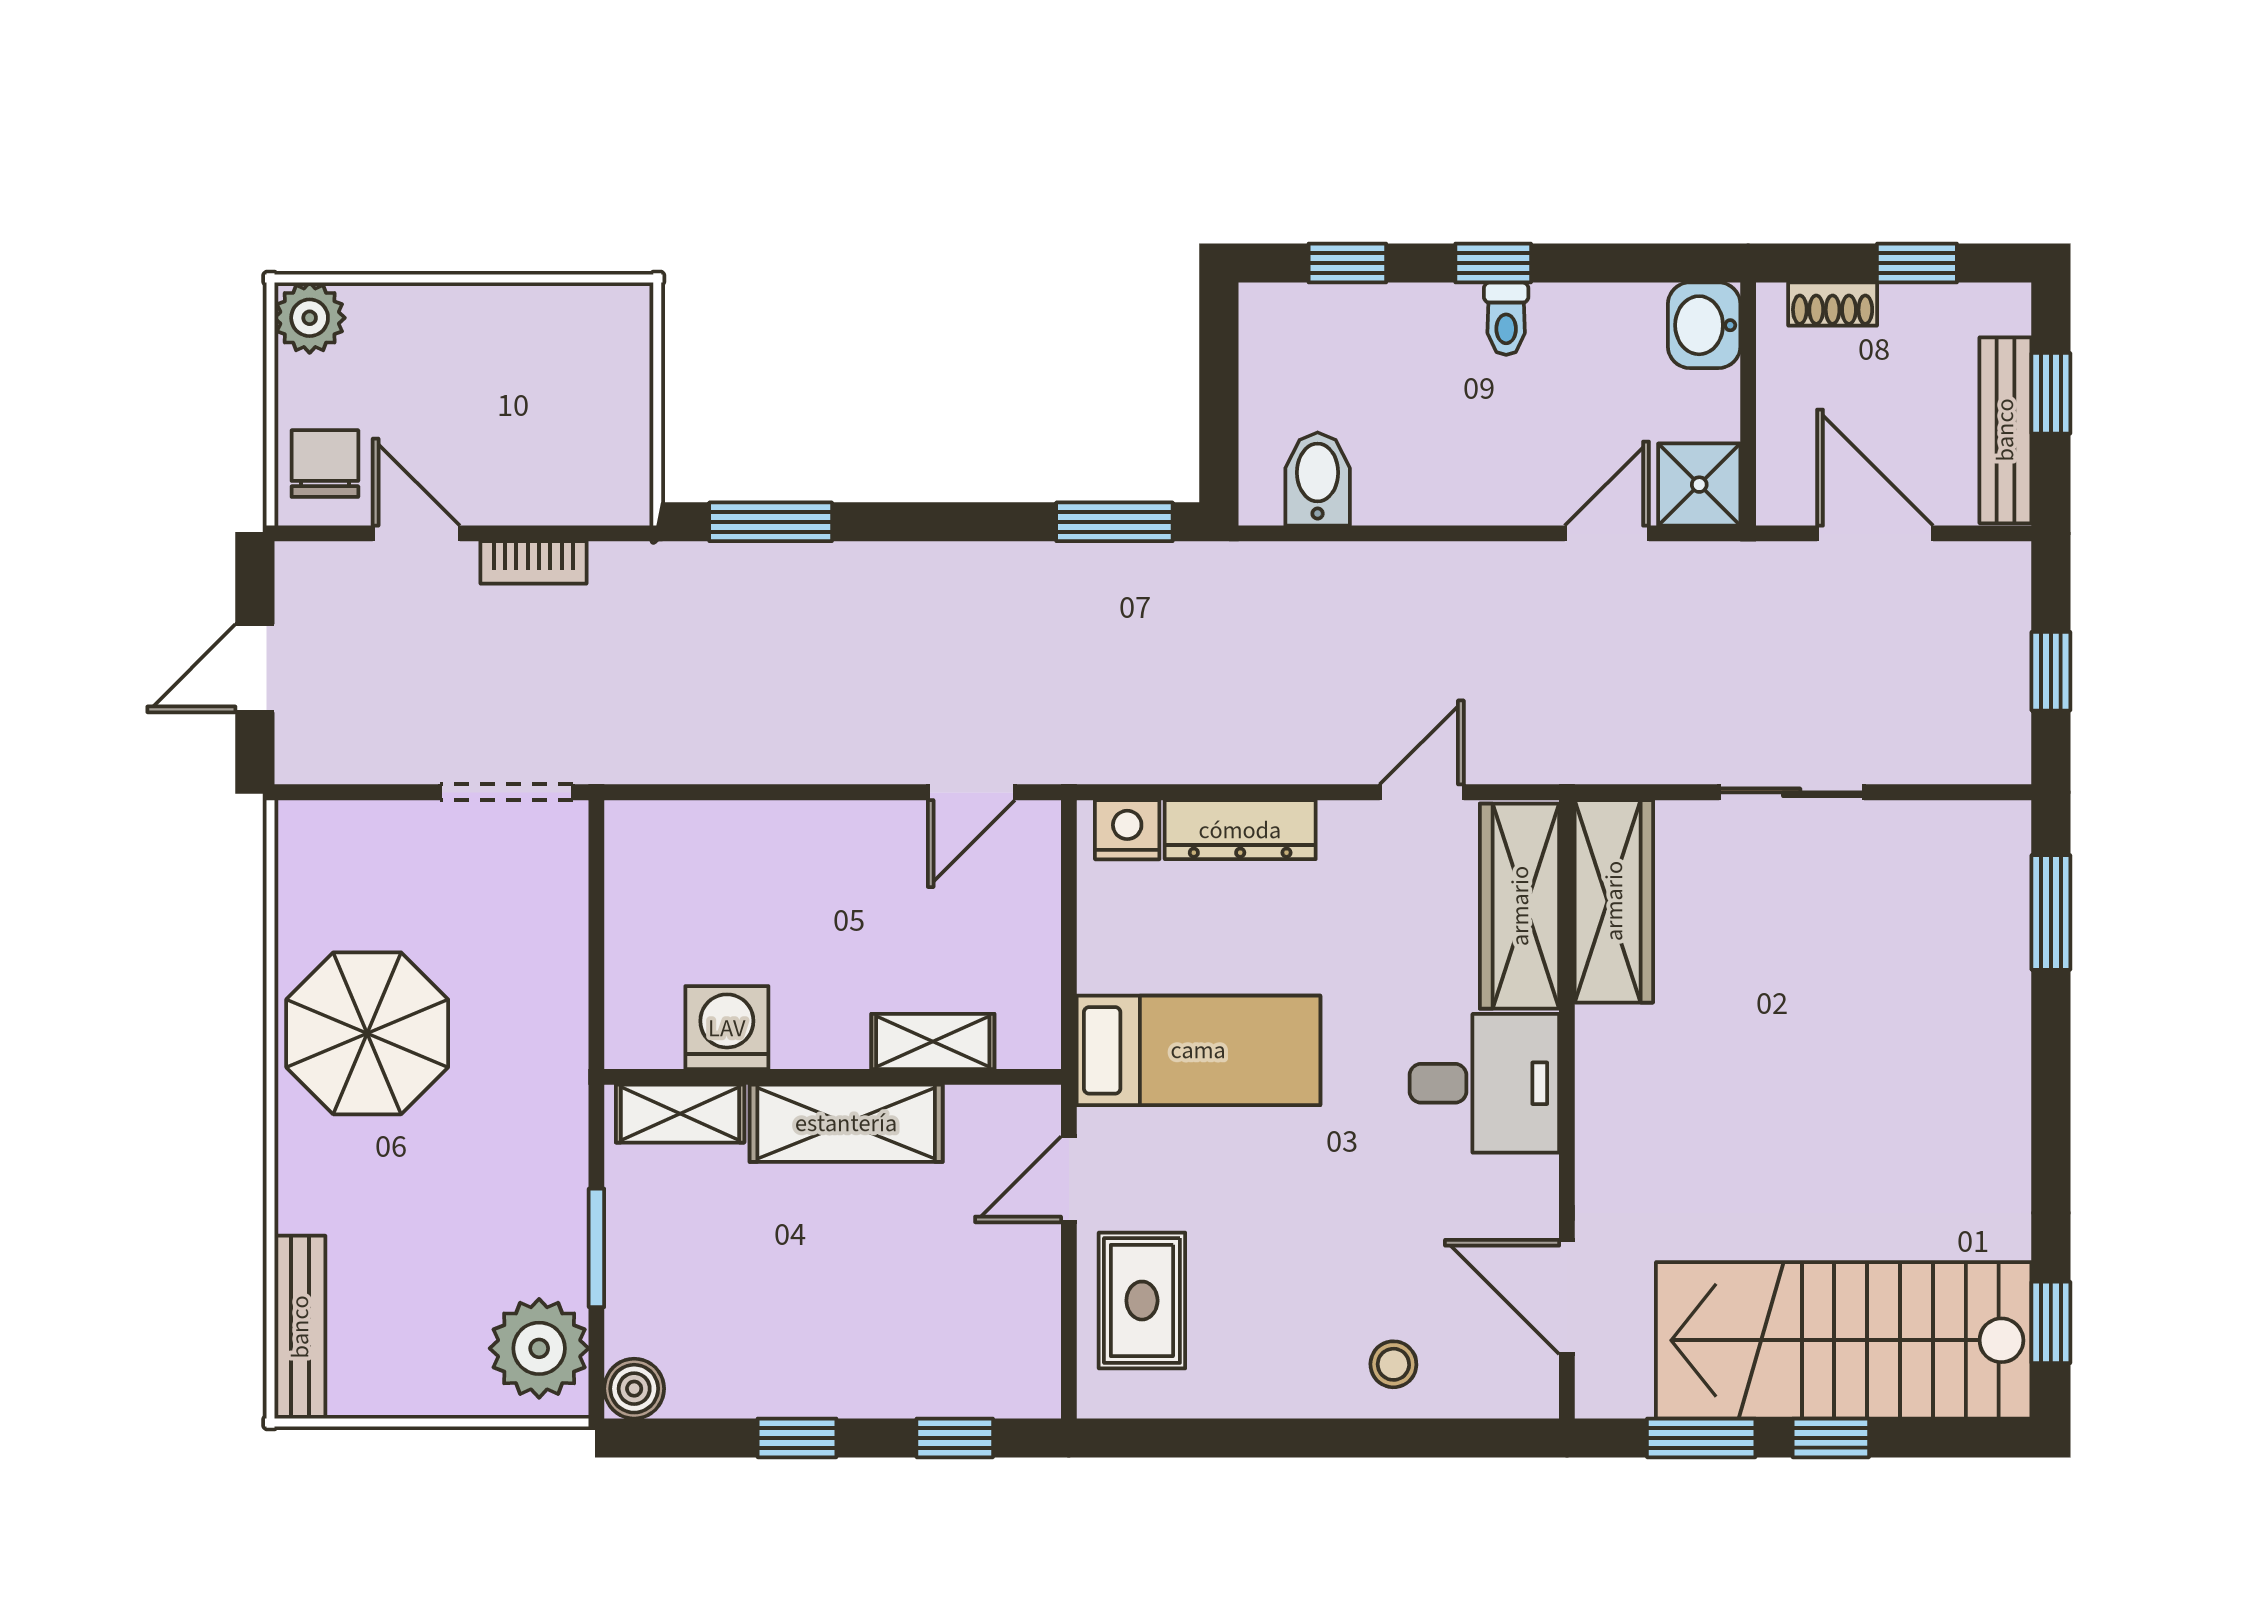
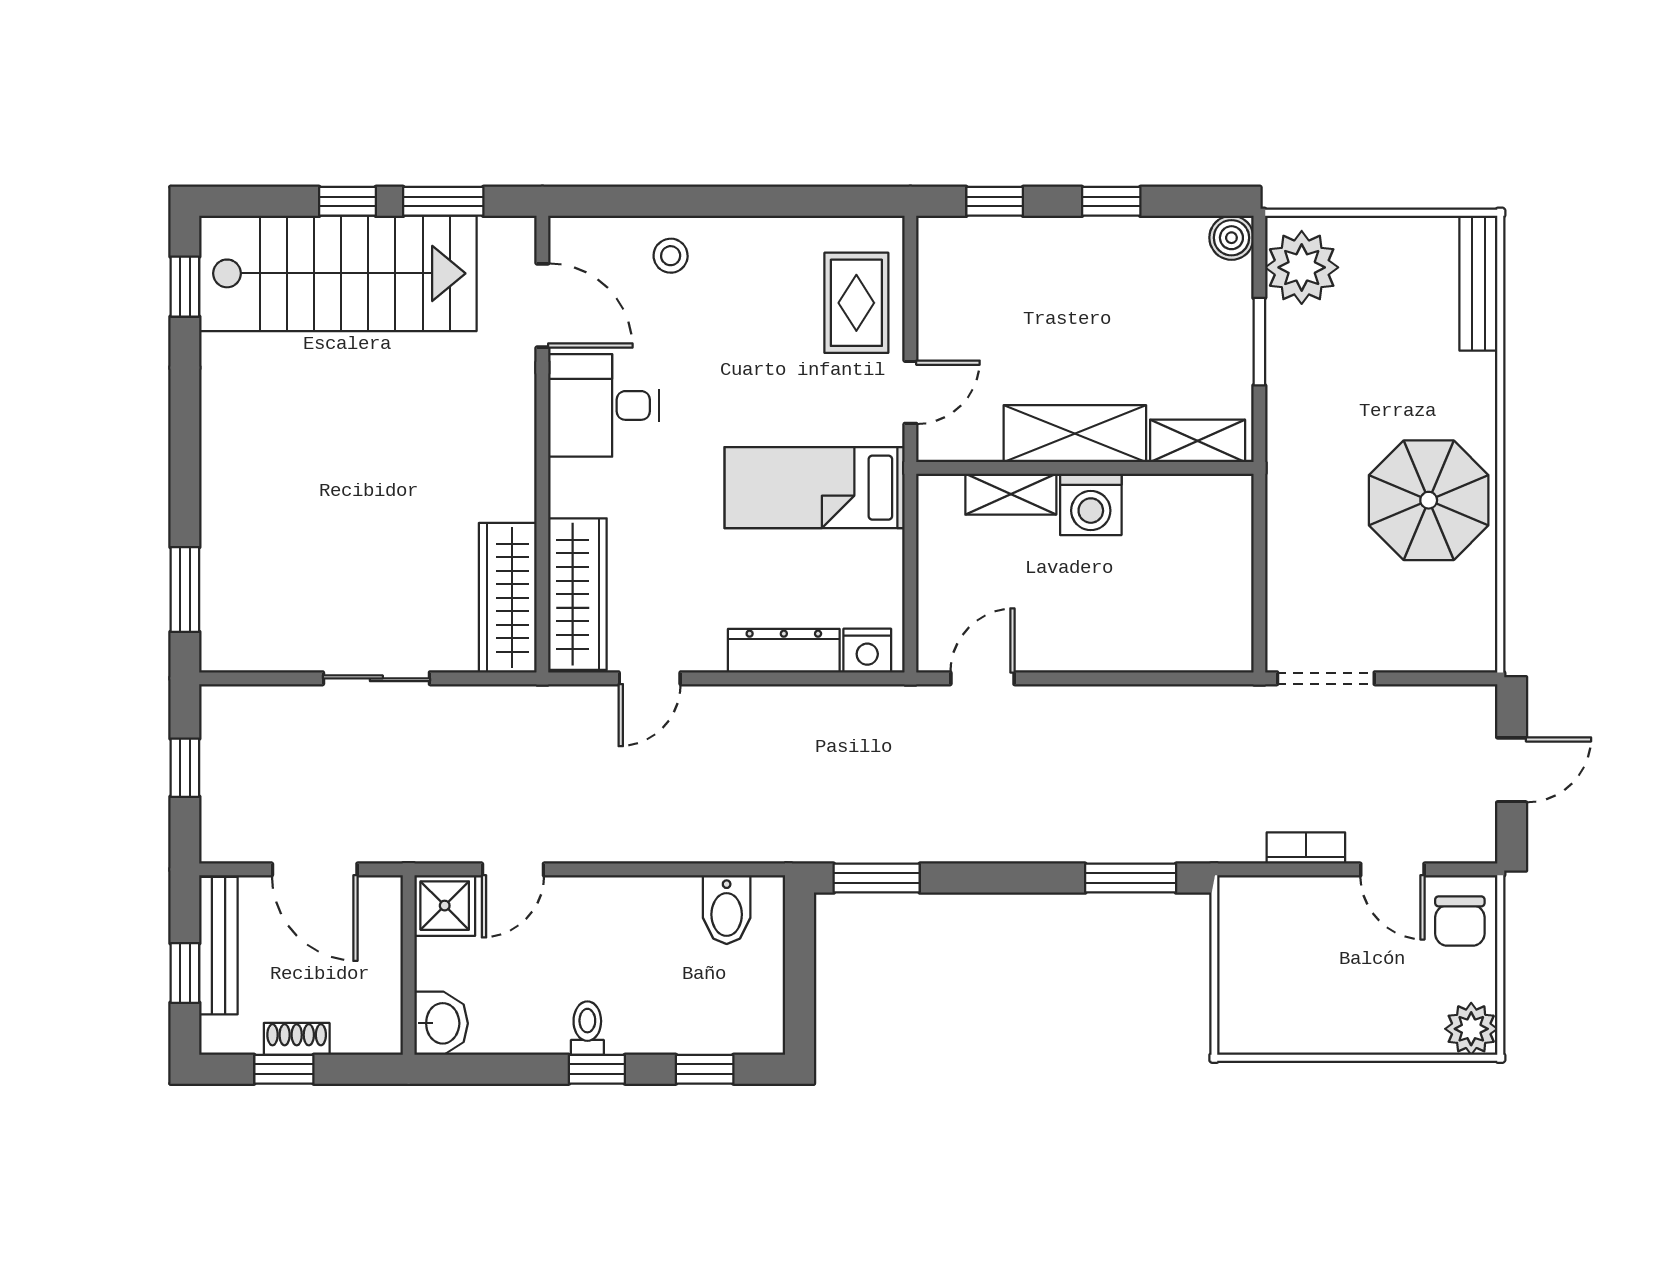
shoe rack: (1833, 304) -> (297, 1039), moved
washing machine: (727, 1028) -> (1091, 504), moved
desk: (1484, 1083) -> (603, 405), moved

